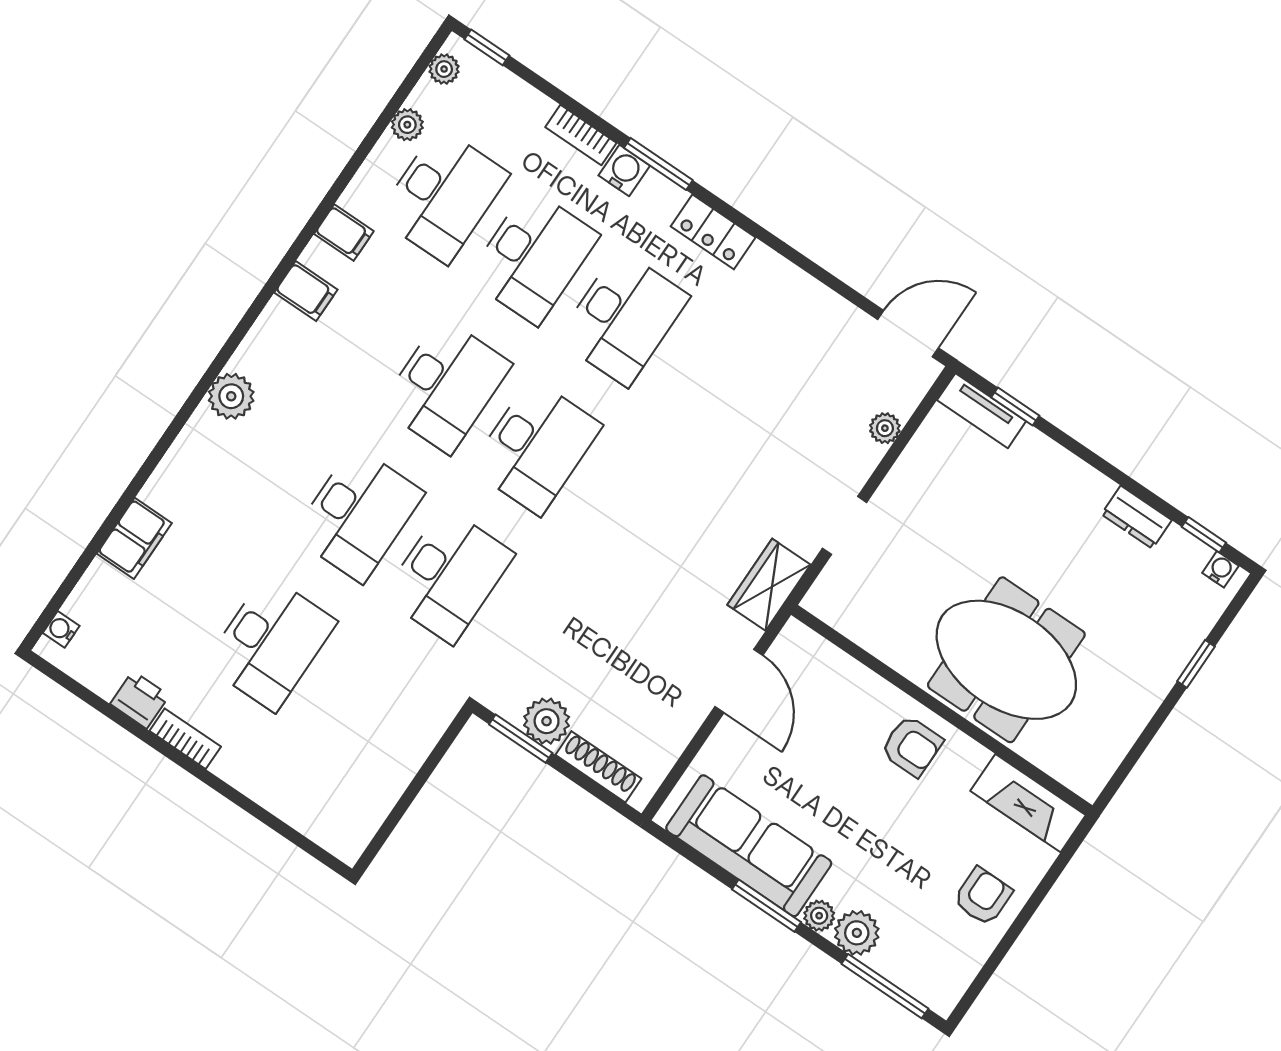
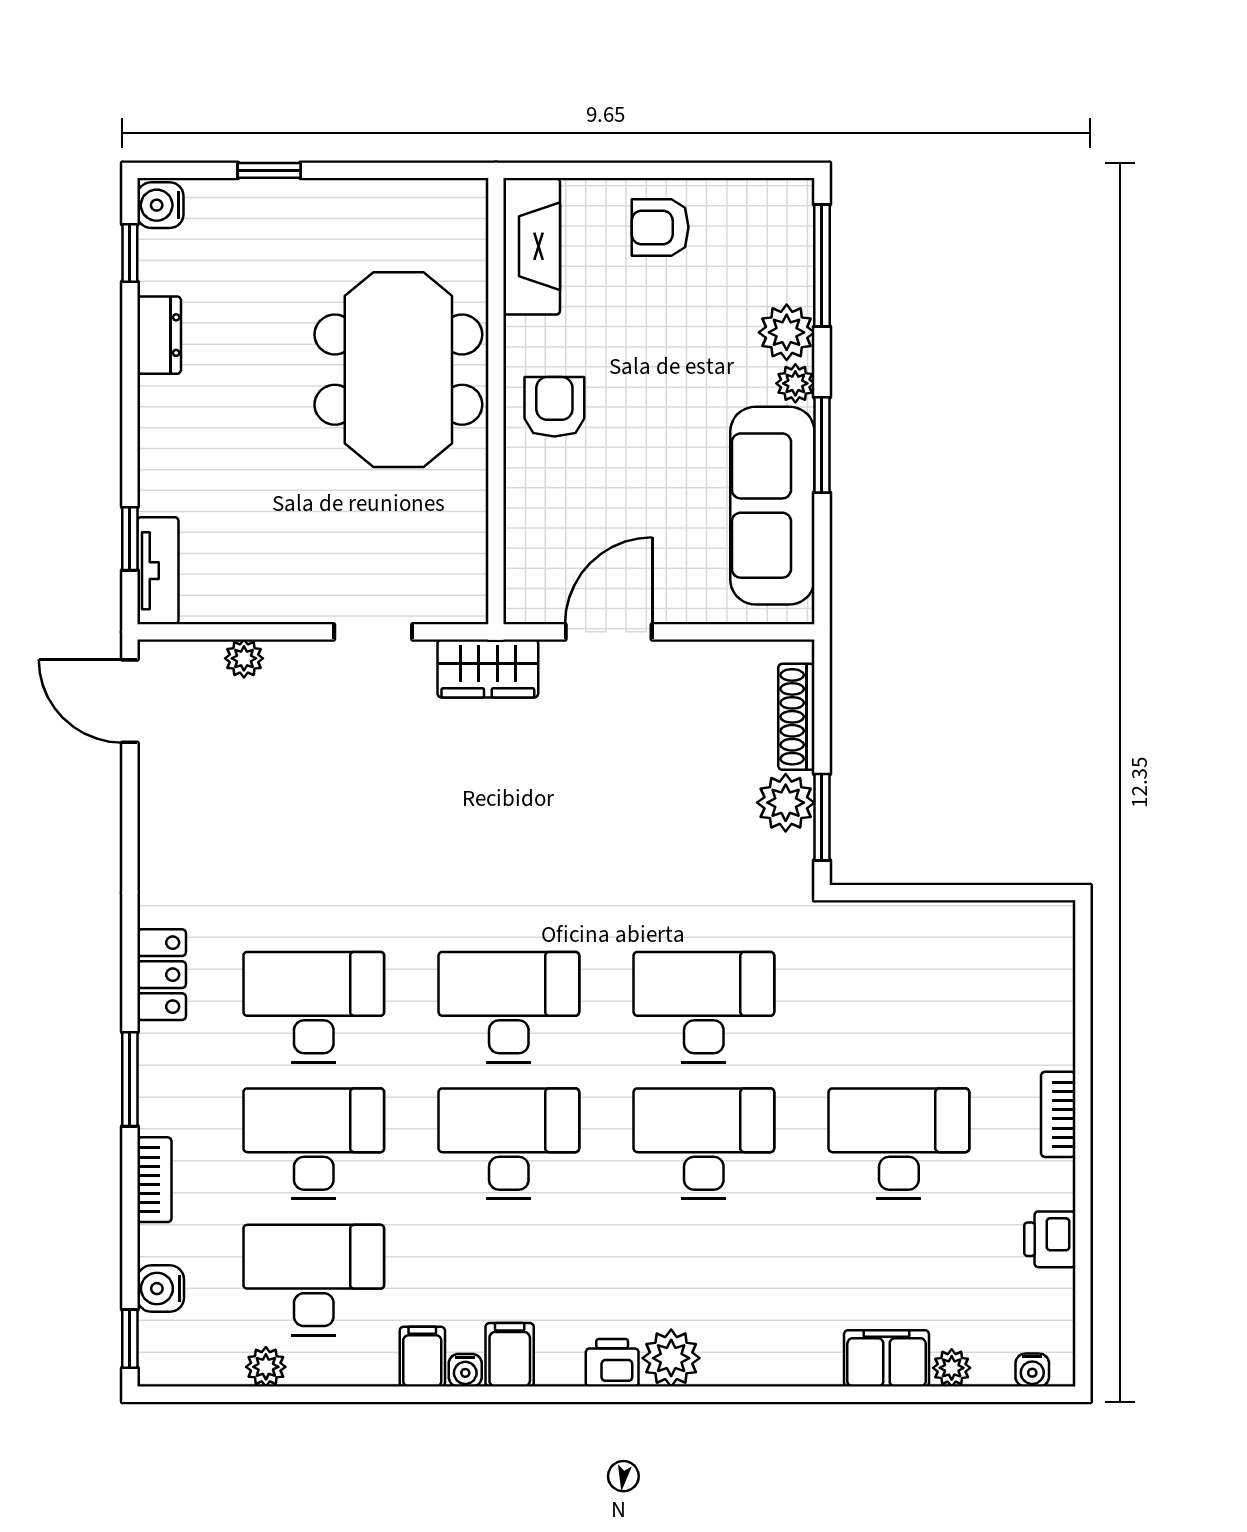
plant: (444, 69) -> (952, 1368), moved
water cooler: (624, 170) -> (161, 1289), moved
water cooler: (316, 255) -> (465, 1370), added
printer: (255, 355) -> (612, 1363), added
water cooler: (1220, 569) -> (160, 205), width x1.38, depth x1.38
bookcase: (185, 739) -> (1058, 1114), moved

